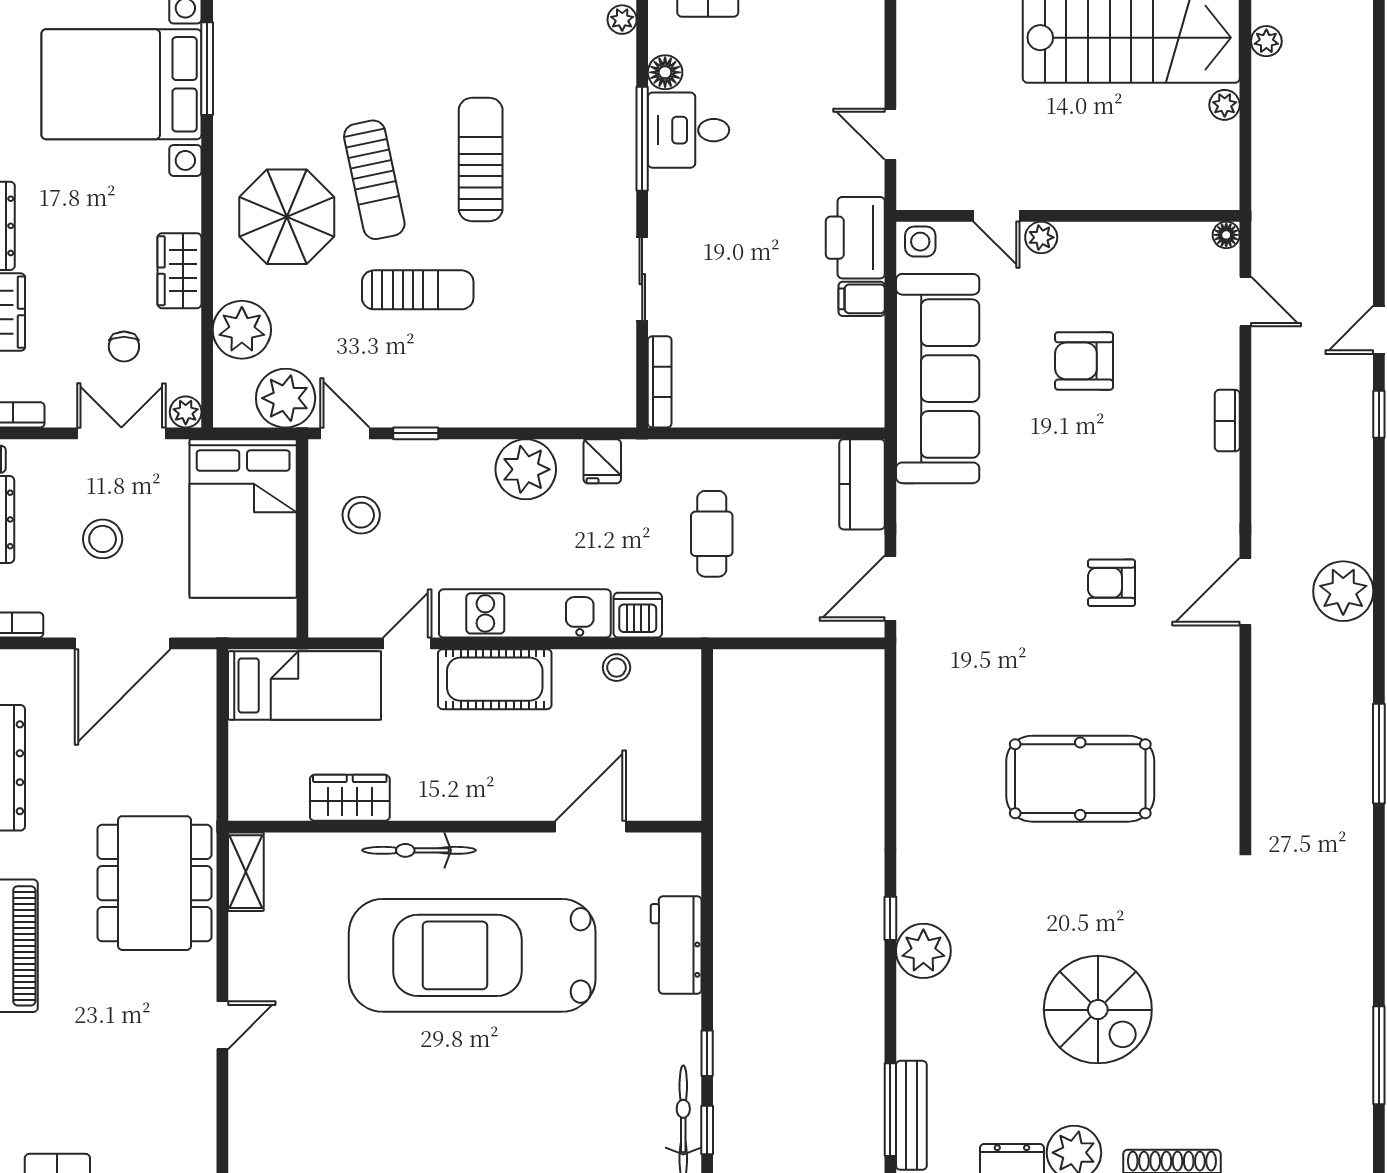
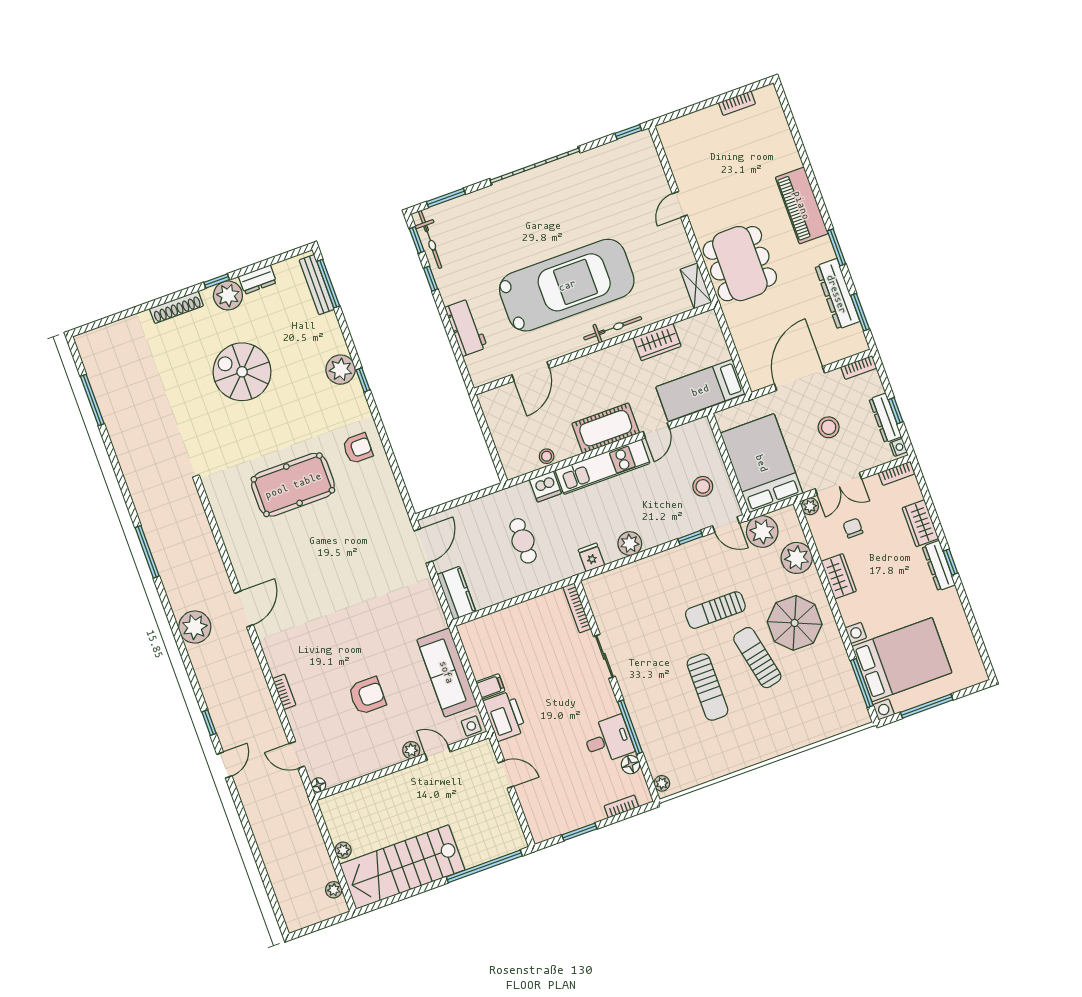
sofa: (938, 379) -> (447, 672), width x0.74, depth x0.79
plant: (526, 469) -> (630, 544), width x0.73, depth x0.73
armchair: (1111, 583) -> (358, 448), moved

